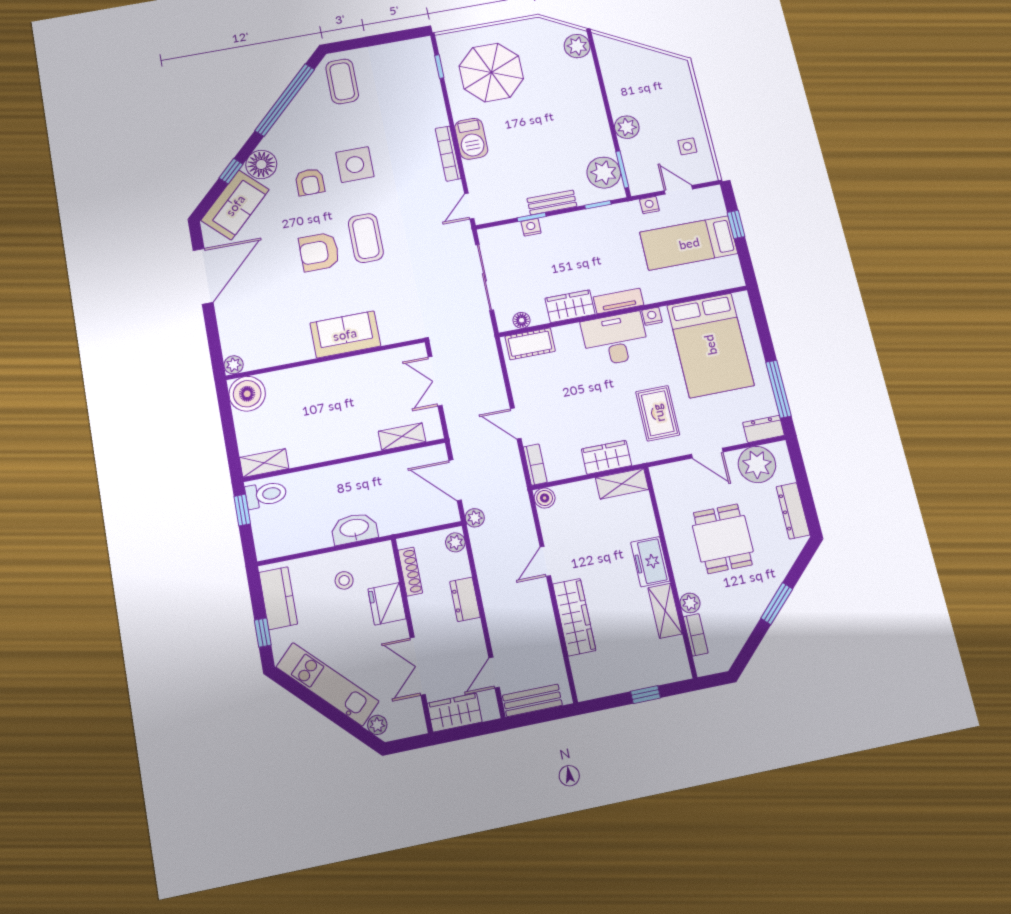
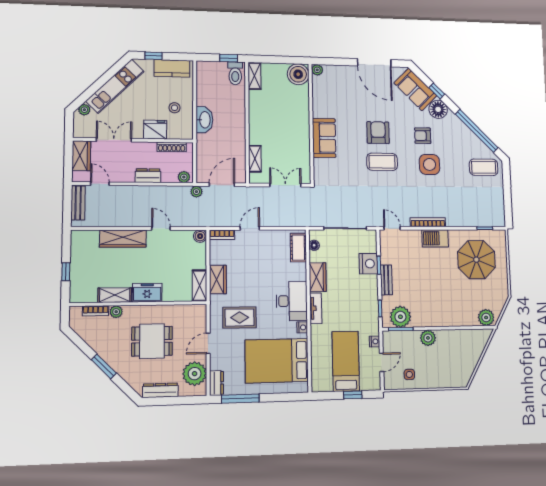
nightstand: (531, 227) -> (368, 264), width x1.89, depth x1.79

